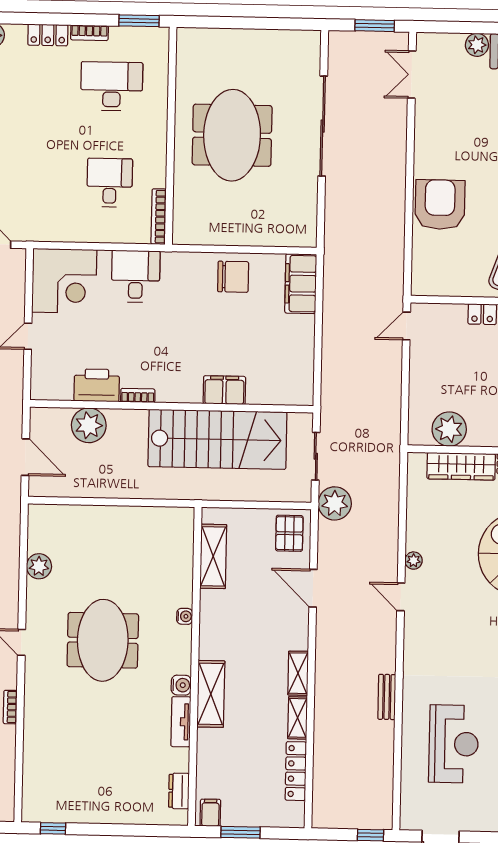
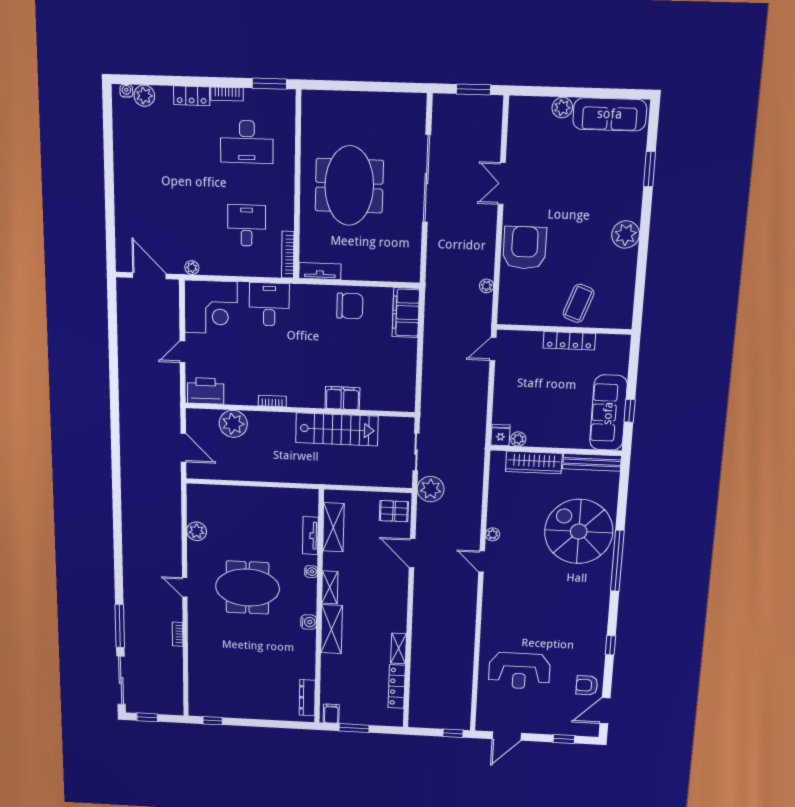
double door: (412, 75) -> (502, 183), moved
desk: (112, 86) -> (247, 142), turned 180
plant: (42, 234) -> (192, 268), added
tv unit: (197, 236) -> (320, 271), added
plant: (396, 250) -> (487, 286), added
printer: (97, 385) -> (206, 391), moved
plant: (449, 429) -> (518, 439), width x0.53, depth x0.53
fridge: (419, 432) -> (501, 435), added
stairs: (217, 439) -> (337, 429), width x0.73, depth x0.66
pallet: (289, 533) -> (394, 511), turned 90
meeting table: (103, 640) -> (248, 588), turned 90
shelving: (298, 673) -> (330, 587), moved
bench: (387, 697) -> (468, 635), removed
tv unit: (181, 722) -> (310, 536), moved
reception desk: (454, 744) -> (519, 671), turned 90
dresser: (179, 791) -> (307, 698), width x1.44

